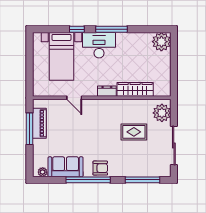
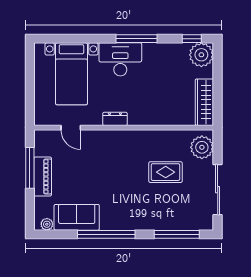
window: (77, 29) -> (192, 39), moved
wardrobe: (135, 89) -> (204, 102), moved, turned -90
dresser: (107, 91) -> (115, 119), moved
door: (74, 98) -> (71, 128), moved
piano: (39, 123) -> (43, 177), moved
armchair: (100, 168) -> (122, 219), removed

